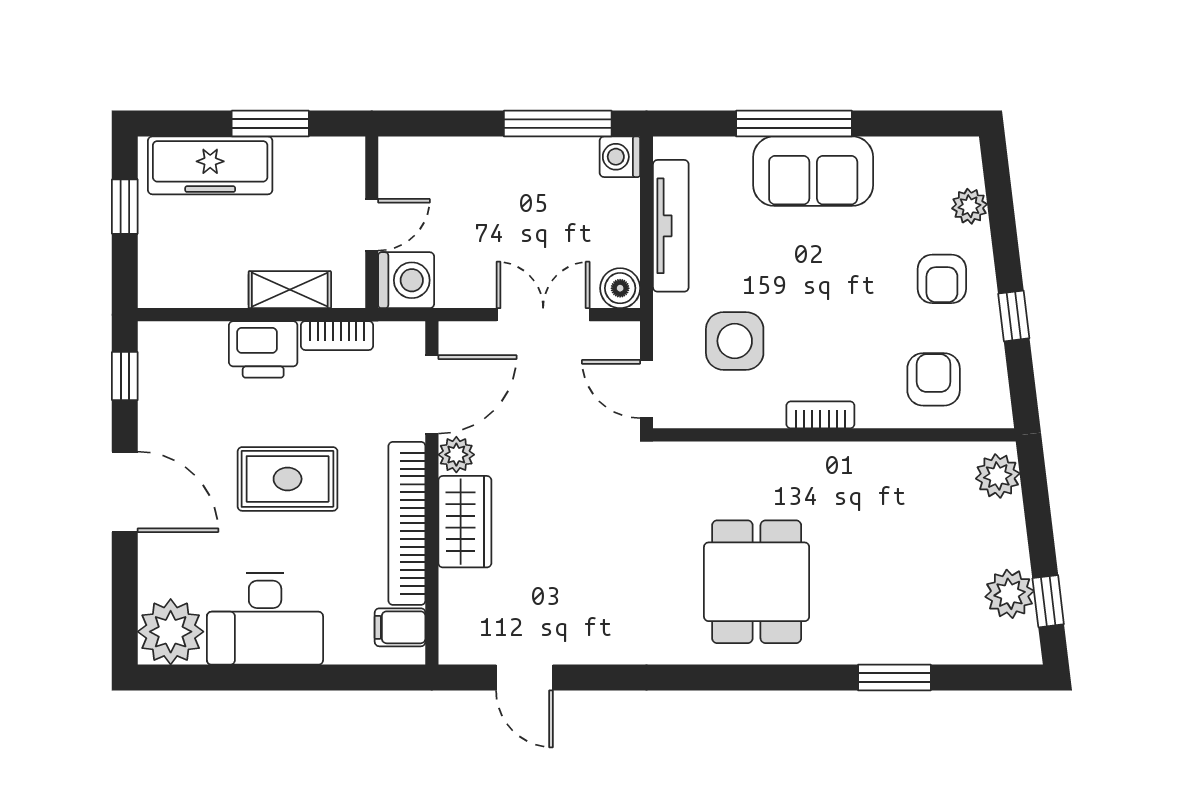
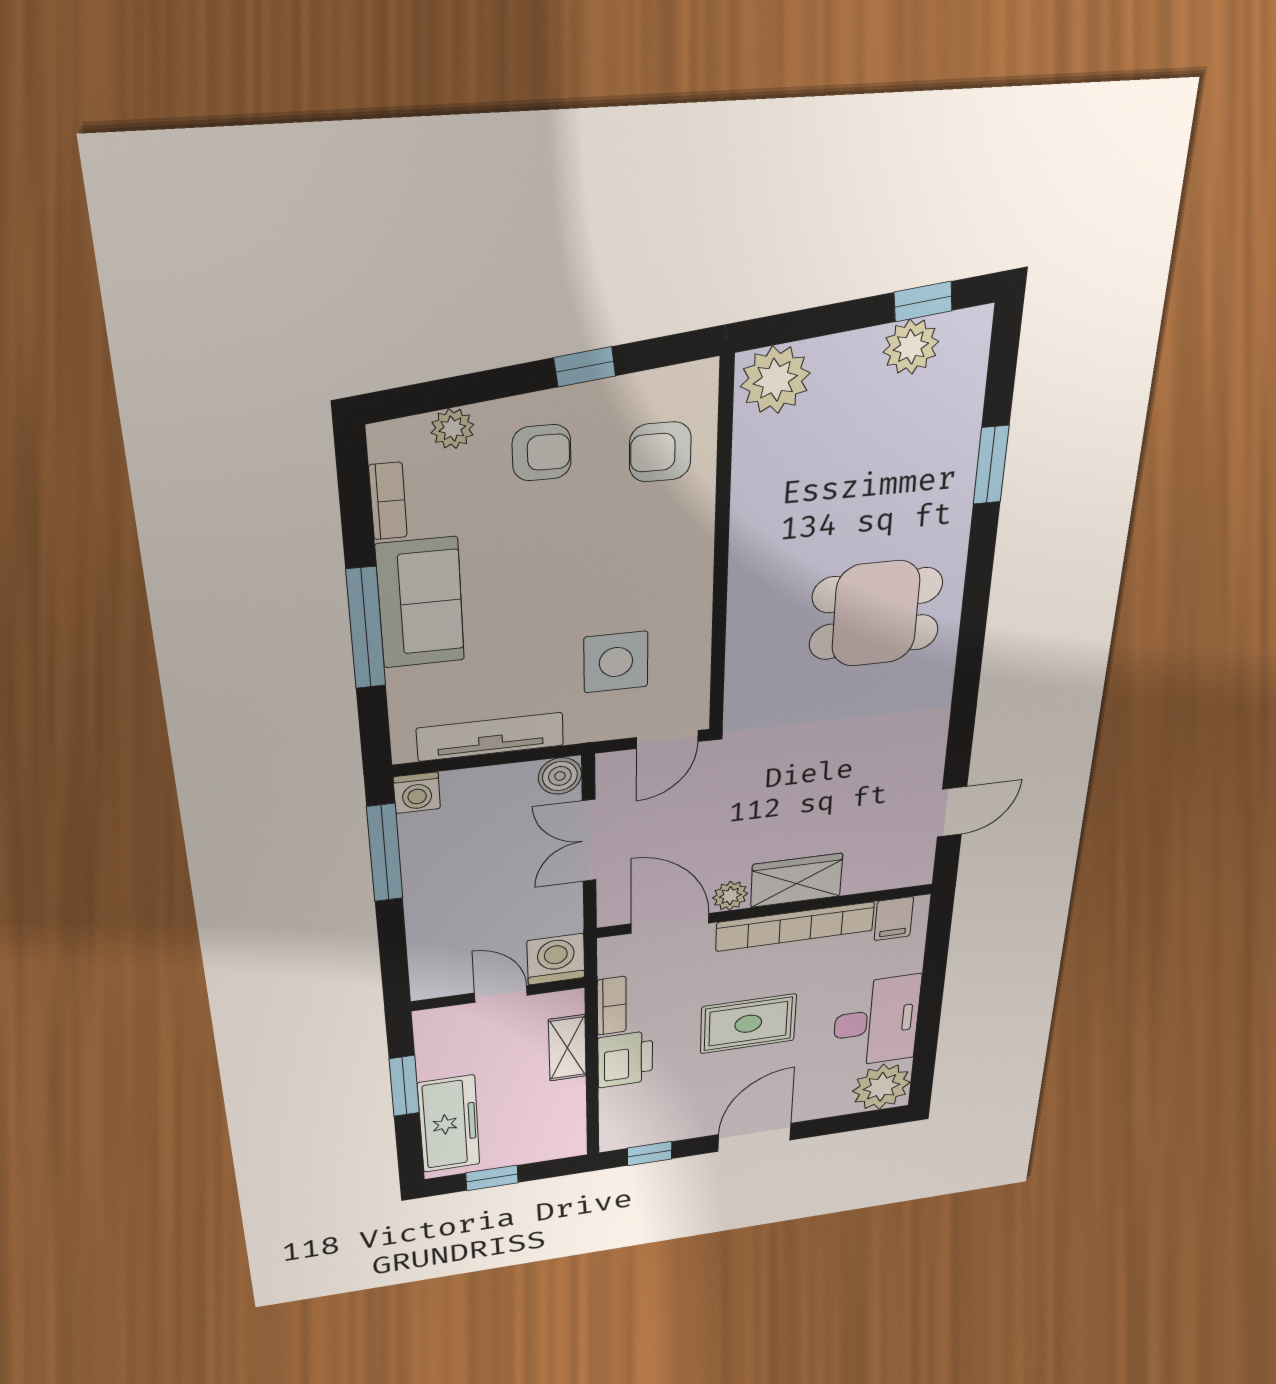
bookcase: (820, 415) -> (388, 501), moved, turned 180
plant: (998, 476) -> (775, 380), width x1.36, depth x1.36
rug: (288, 479) -> (748, 1024), turned 90

